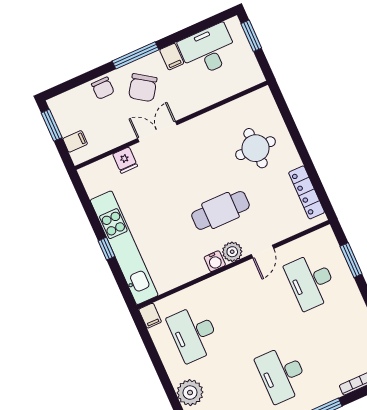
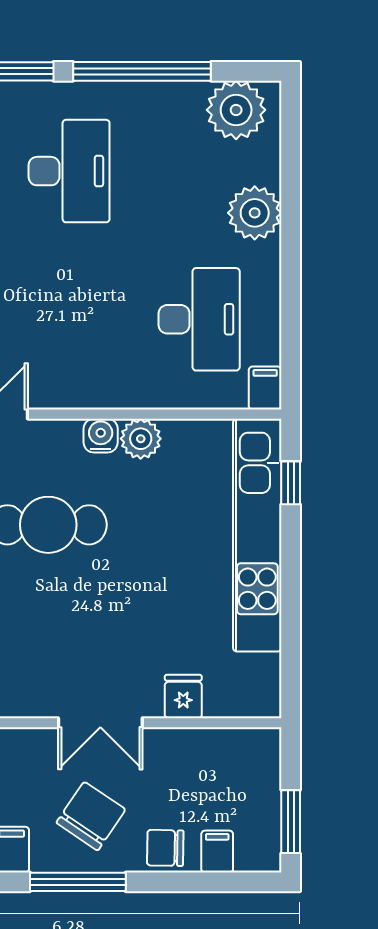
chair: (103, 88) -> (165, 848), turned -89
filing cabinet: (75, 141) -> (217, 852), moved, turned 90
window: (107, 249) -> (291, 483), moved
plant: (232, 252) -> (141, 439), moved

